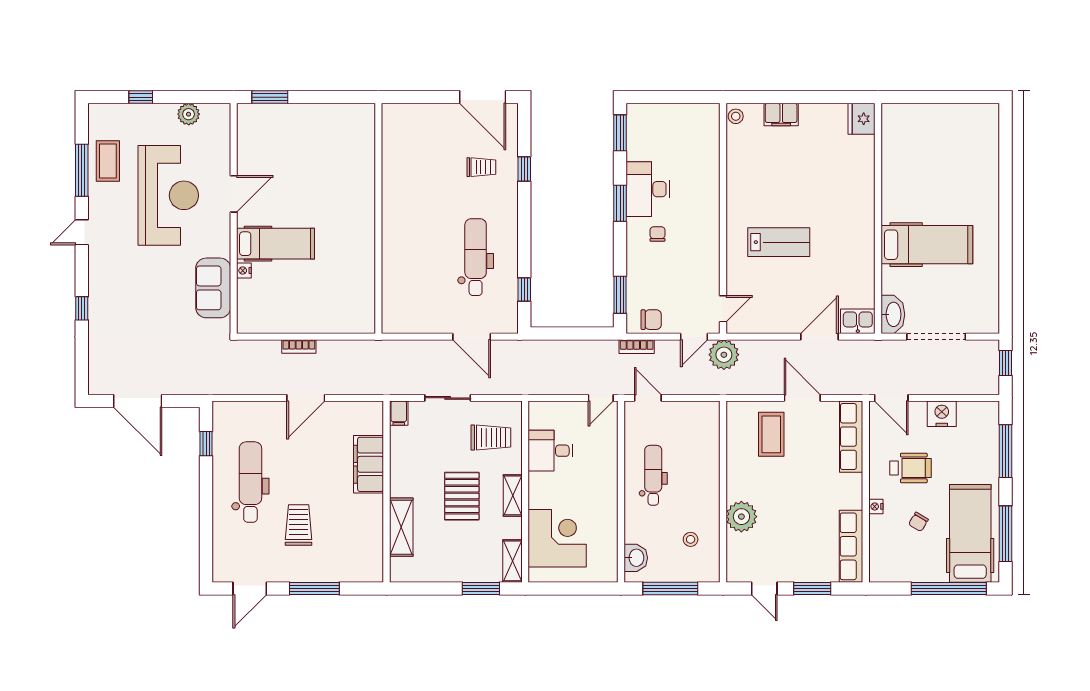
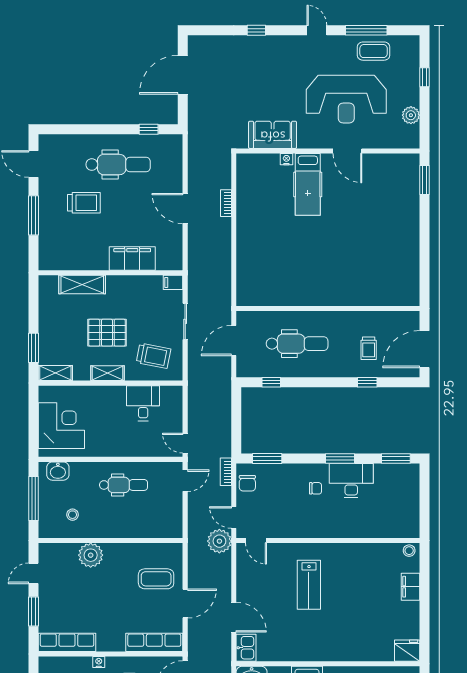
wall: (378, 218) -> (328, 308), moved
trolley: (491, 438) -> (154, 356), turned -79
corner desk: (557, 538) -> (61, 426), moved, turned -90

